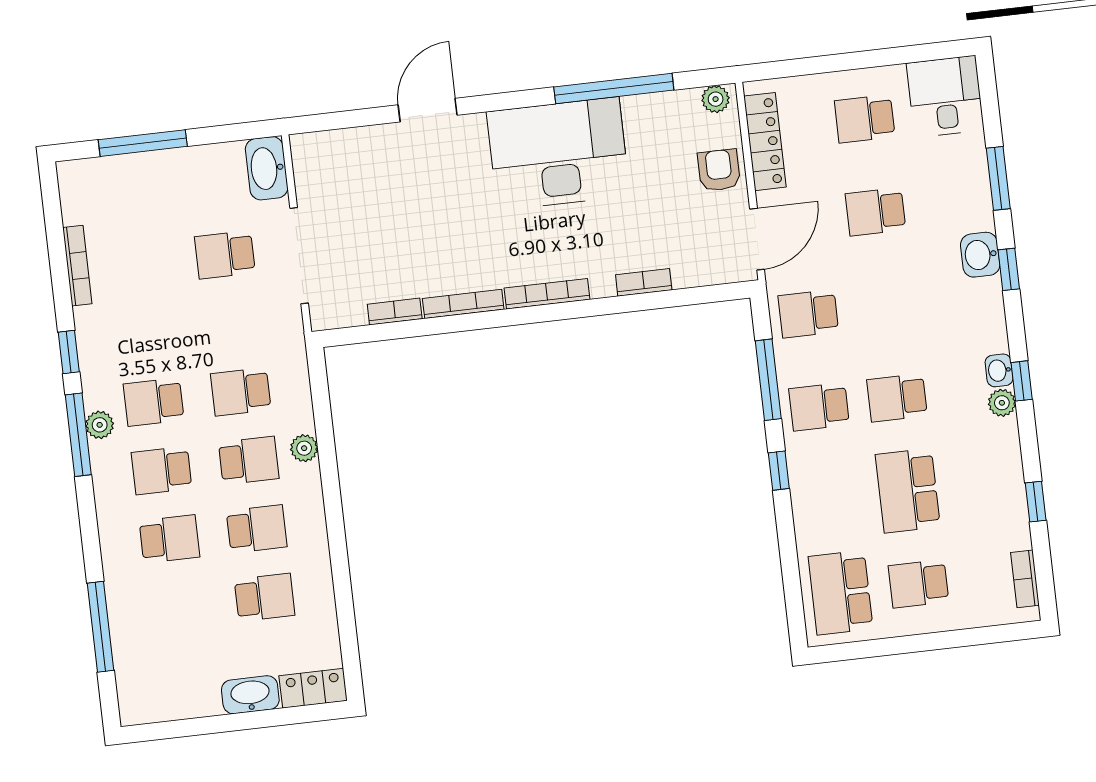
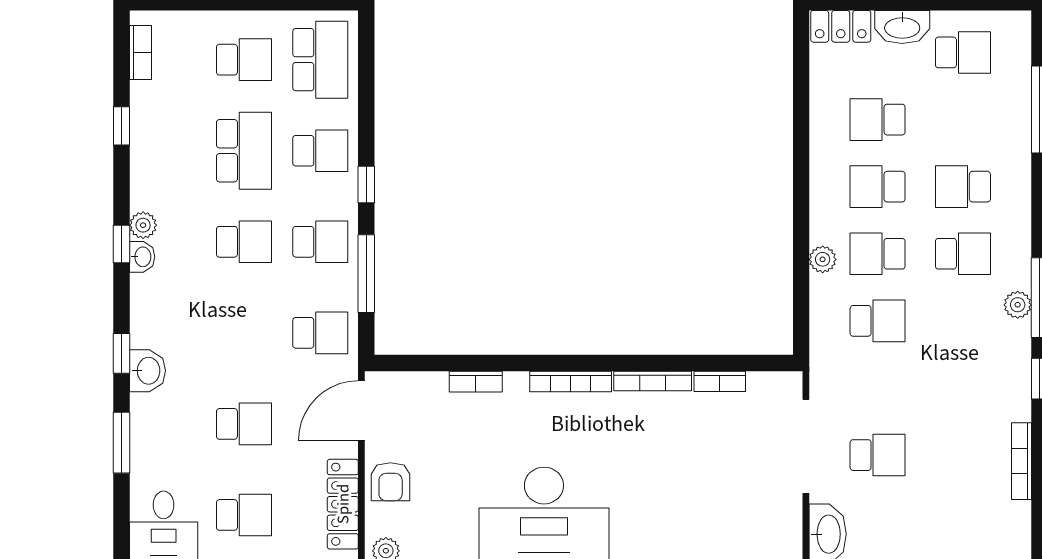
school desk: (154, 402) -> (963, 52), moved
school desk: (830, 500) -> (320, 151), added

